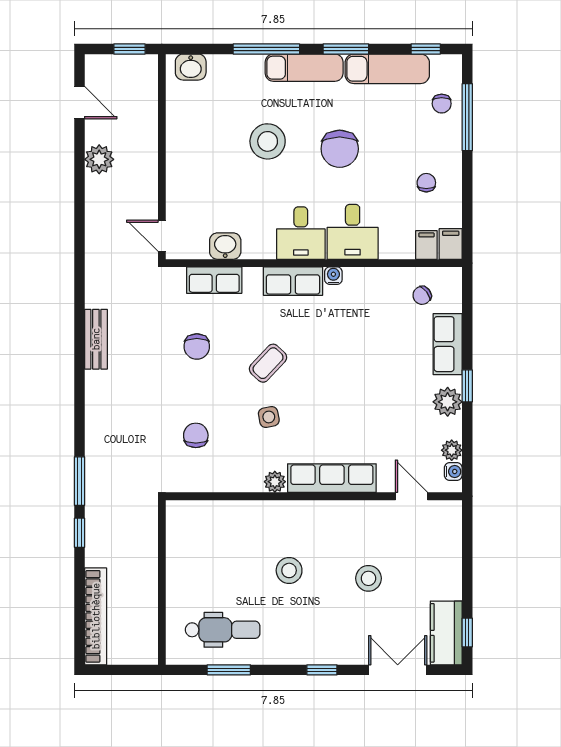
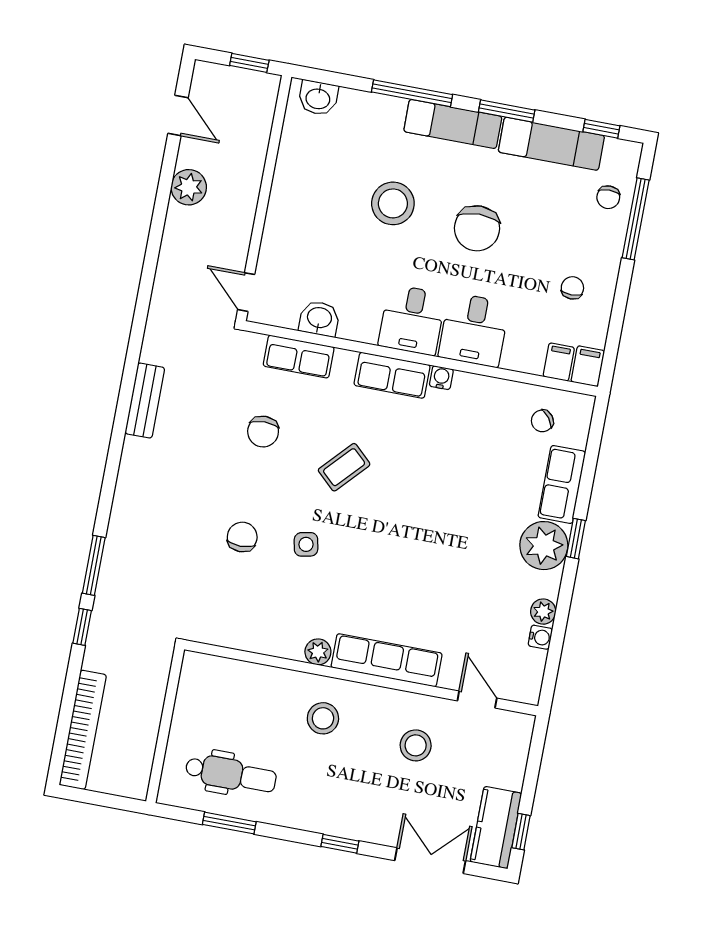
plant: (448, 402) -> (544, 546), width x1.36, depth x1.36
side table: (269, 417) -> (306, 544), moved
row of seats: (332, 478) -> (387, 660), moved
plant: (275, 482) -> (318, 652), moved
wall: (314, 496) -> (361, 678), moved
door: (411, 496) -> (477, 700), moved

